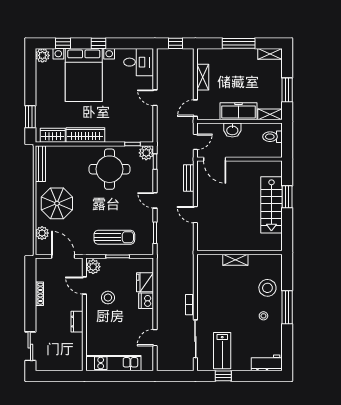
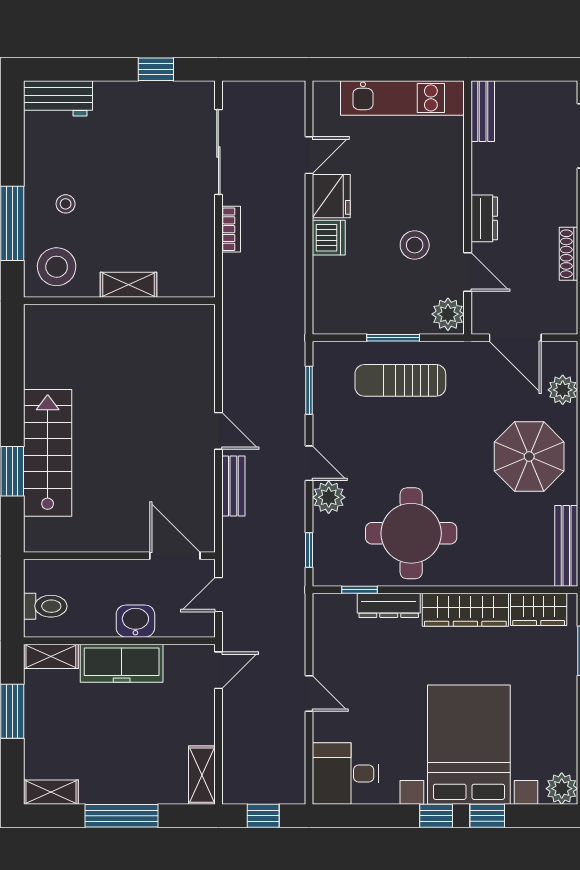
window: (63, 43) -> (487, 816), moved
shelving: (203, 77) -> (202, 775), moved
dresser: (119, 137) -> (389, 605), added
plant: (146, 153) -> (329, 497), moved
bench: (189, 178) -> (233, 486), moved
wall: (240, 252) -> (119, 301), moved
shelving: (235, 260) -> (129, 285), moved
fridge: (145, 282) -> (331, 196), moved
dresser: (77, 322) -> (484, 218), moved
lab bench: (222, 351) -> (158, 126), removed
bench: (78, 357) -> (483, 111), added

